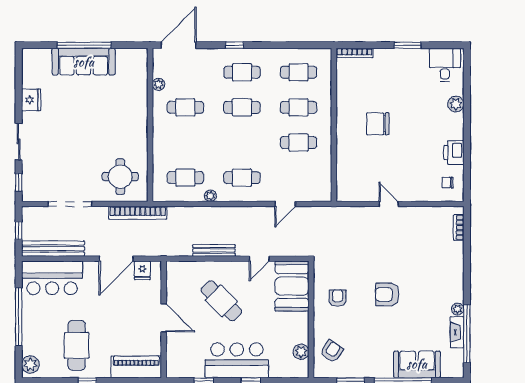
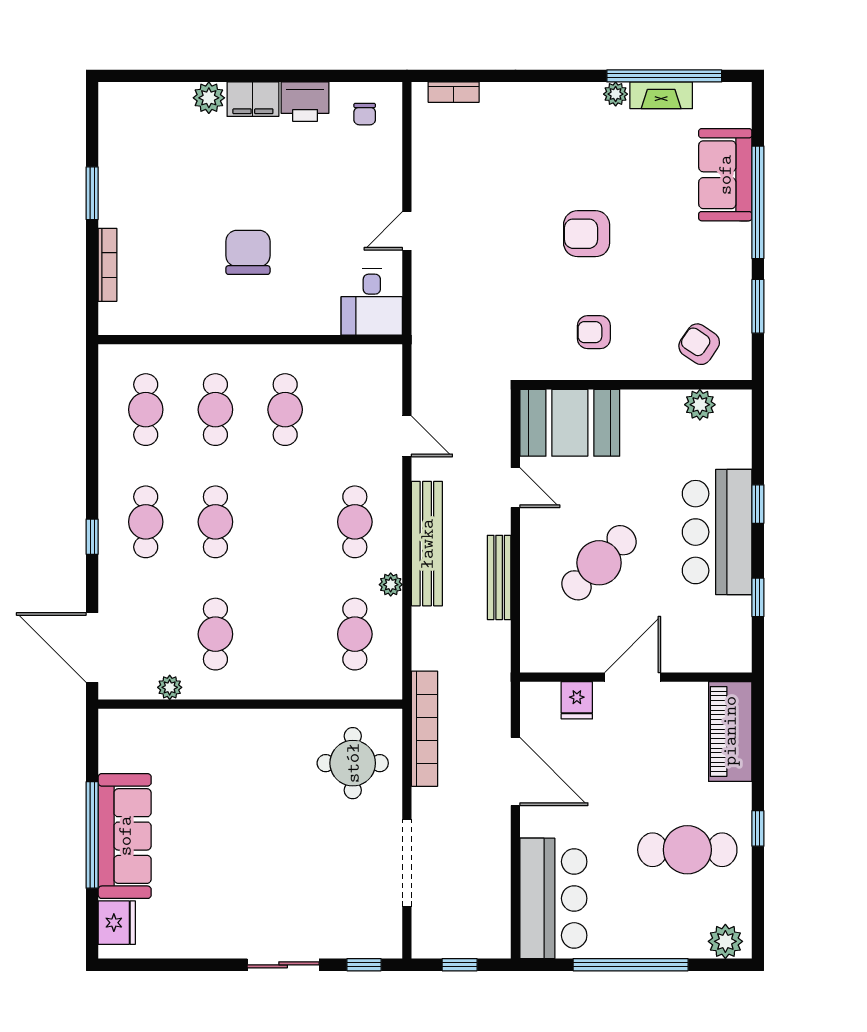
bookcase: (355, 53) -> (107, 265), moved
desk: (445, 65) -> (372, 302), moved, turned -90
fridge: (31, 100) -> (117, 923), moved, turned 90
chair: (378, 124) -> (248, 252), turned 180
filing cabinet: (455, 126) -> (253, 99), added
bench: (53, 249) -> (427, 544), moved
fridge: (142, 270) -> (577, 700), moved, turned 90
armchair: (387, 294) -> (587, 234), turned 90

